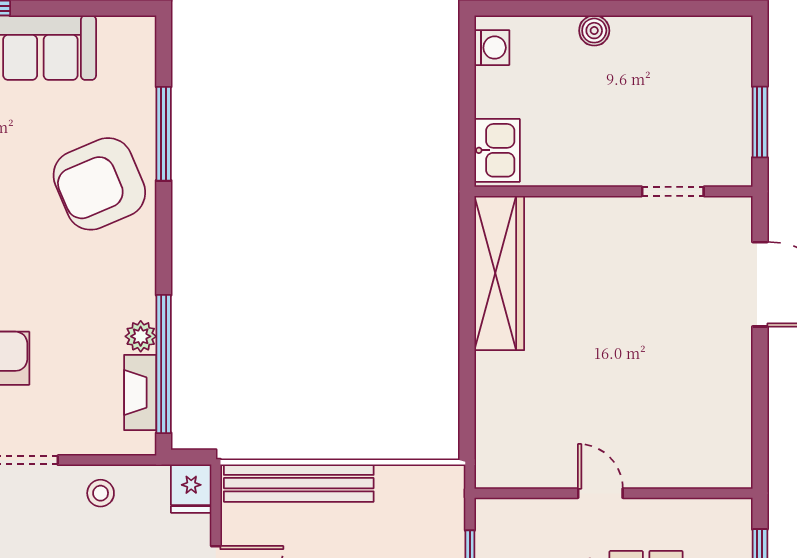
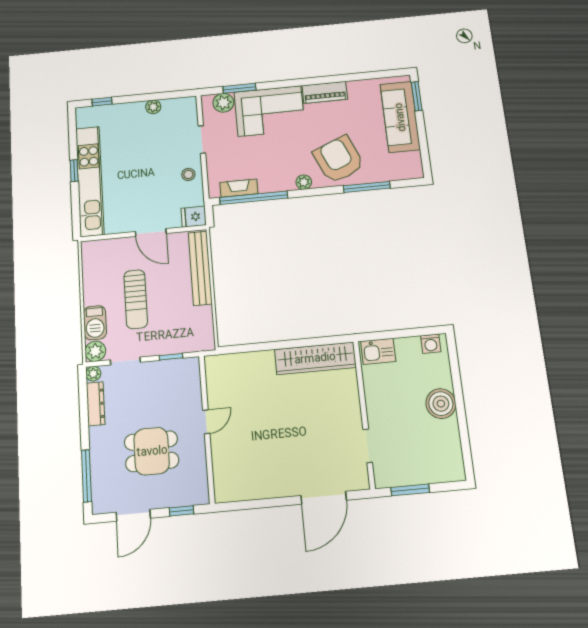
boiler: (594, 31) -> (441, 404), width x1.86, depth x1.86
plant: (141, 336) -> (304, 182), moved

